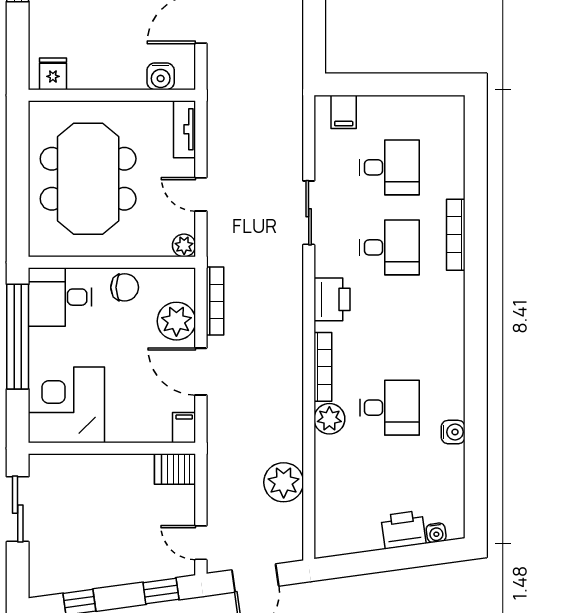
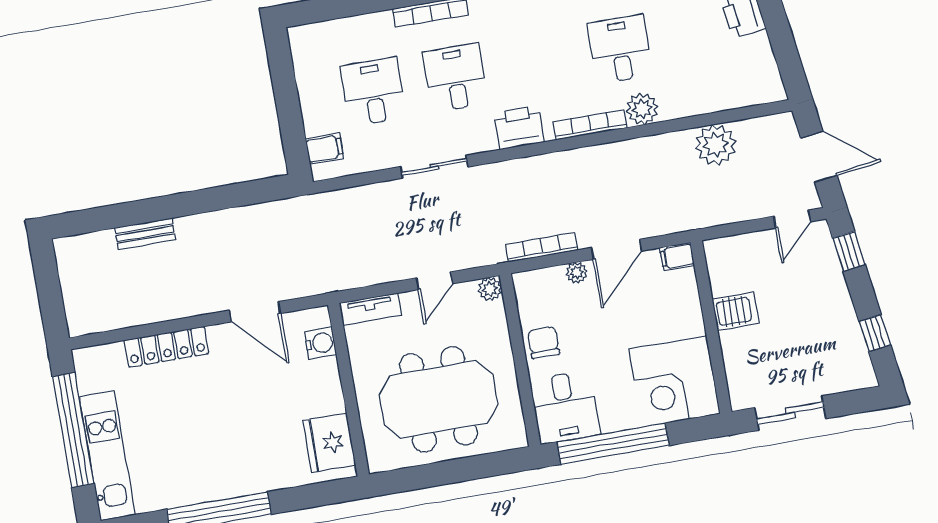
fridge: (53, 74) -> (329, 443), width x1.88, depth x1.34
plant: (176, 321) -> (577, 273), width x0.53, depth x0.53
server rack: (175, 469) -> (736, 311), moved, turned -90

